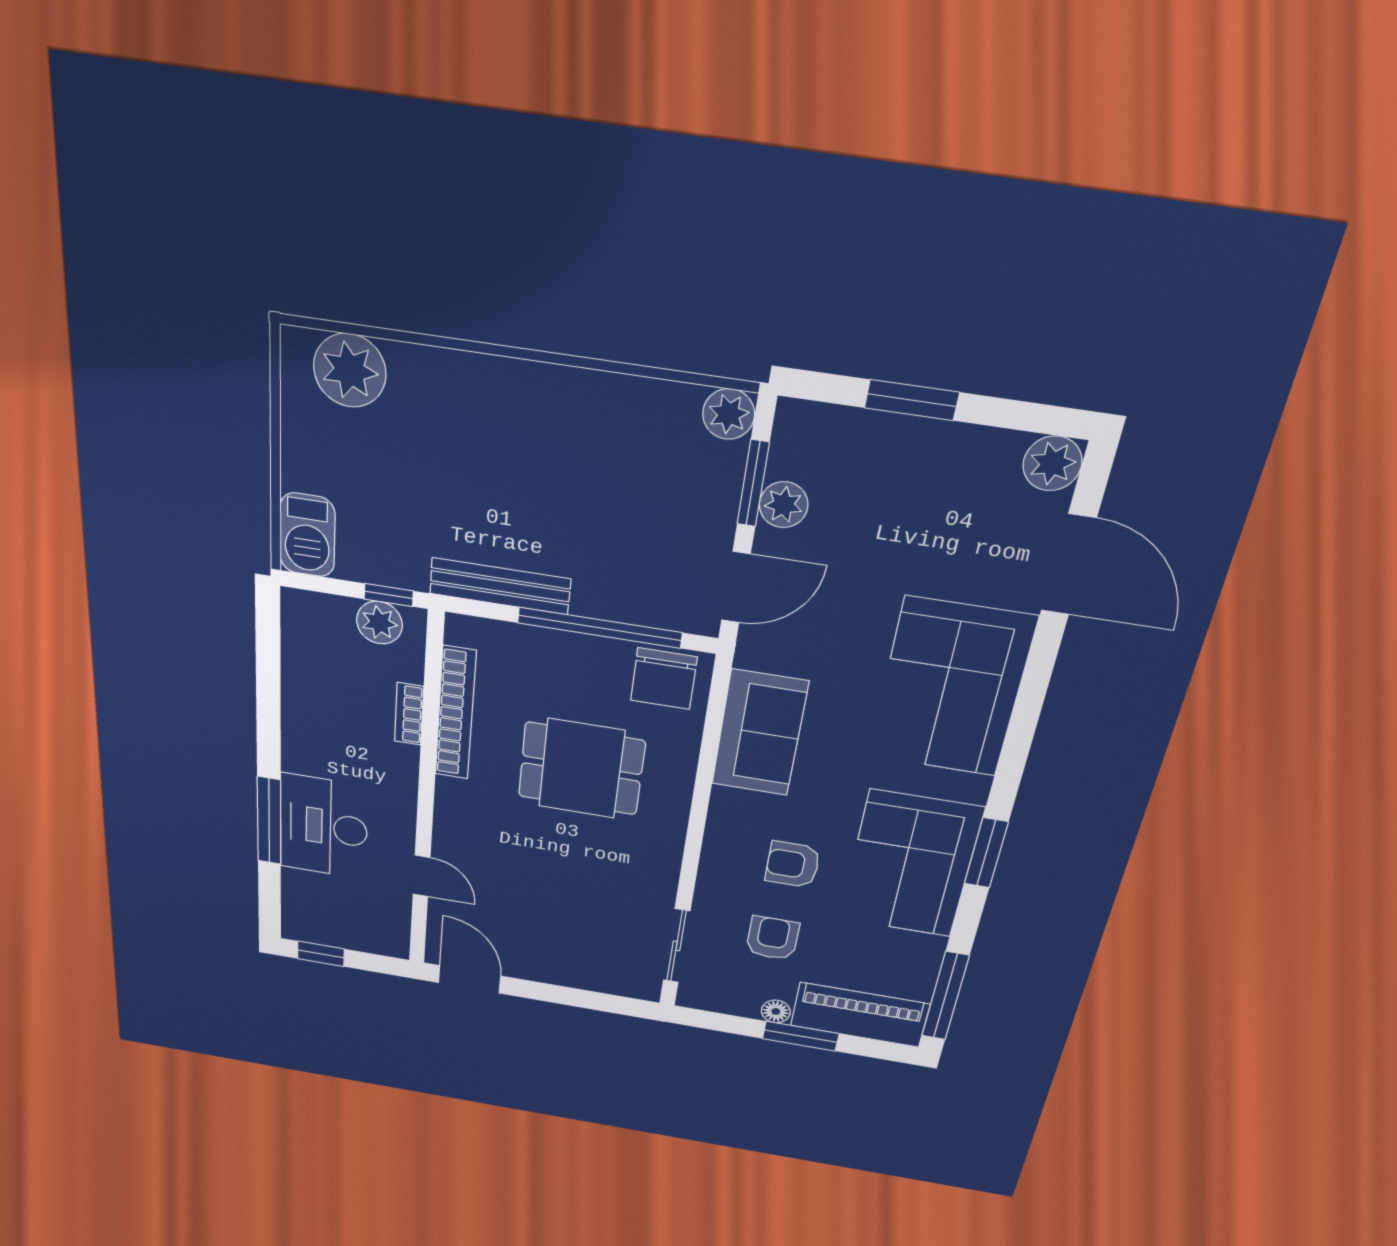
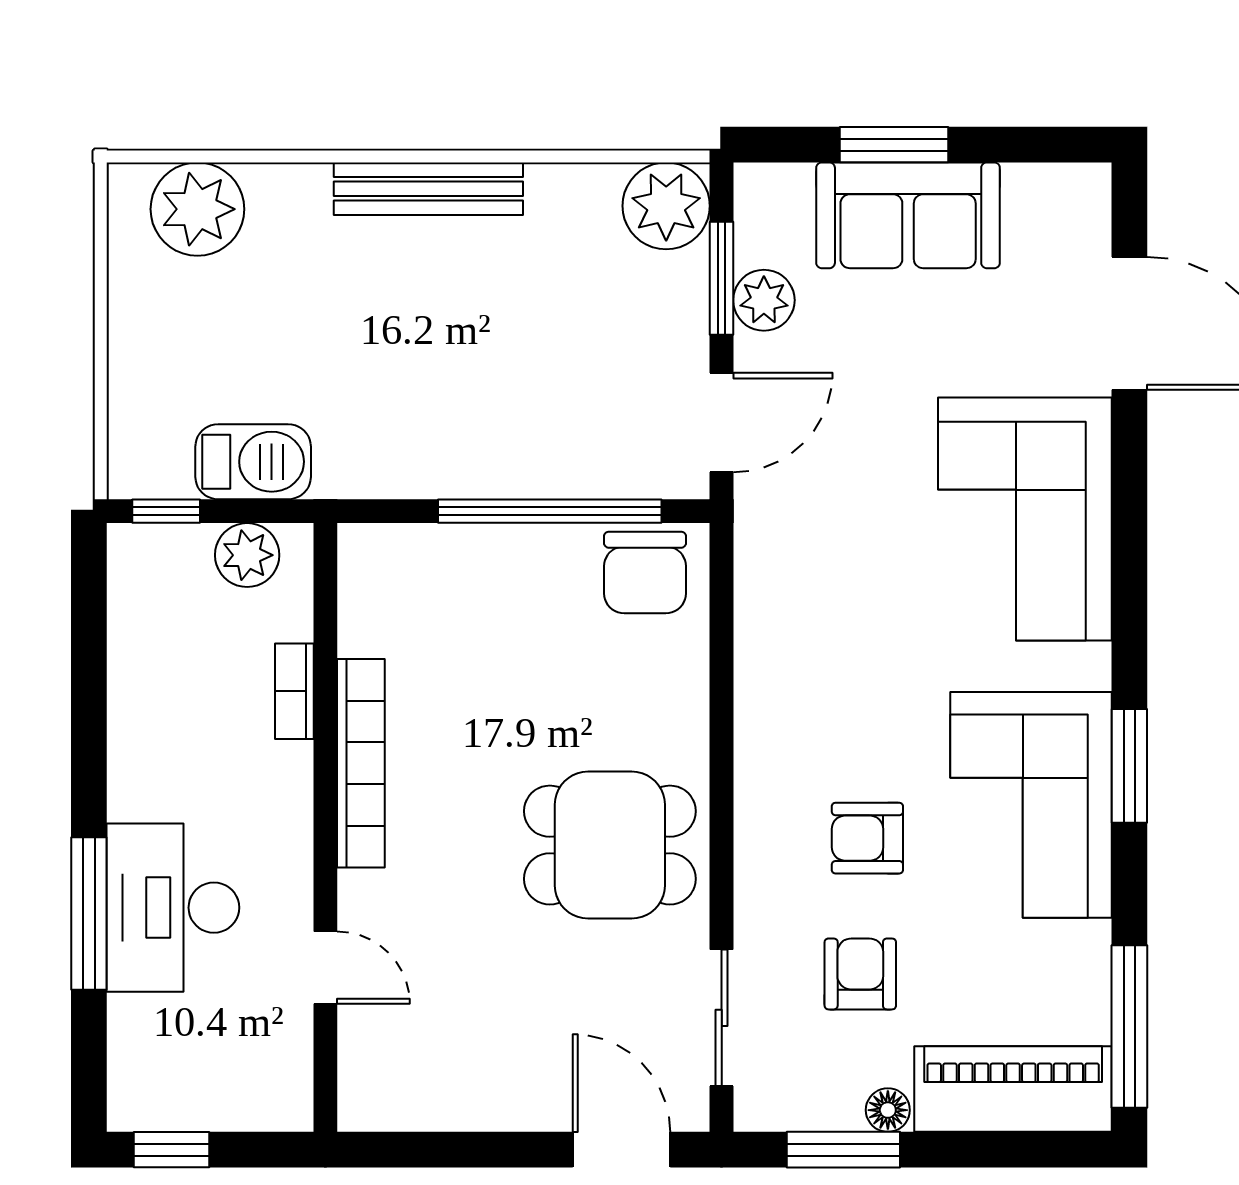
plant: (729, 414) -> (666, 206), width x1.36, depth x1.36
plant: (1052, 463) -> (1077, 197), removed
barbecue: (307, 535) -> (253, 462), moved, turned -90
bench: (500, 586) -> (428, 189), moved
window: (389, 595) -> (166, 511), moved
bookcase: (455, 713) -> (361, 763), moved
sofa: (760, 733) -> (908, 215), moved, turned 90
dining table: (581, 769) -> (610, 845), moved
door: (469, 979) -> (621, 1150), moved
window: (801, 1036) -> (843, 1150), moved

